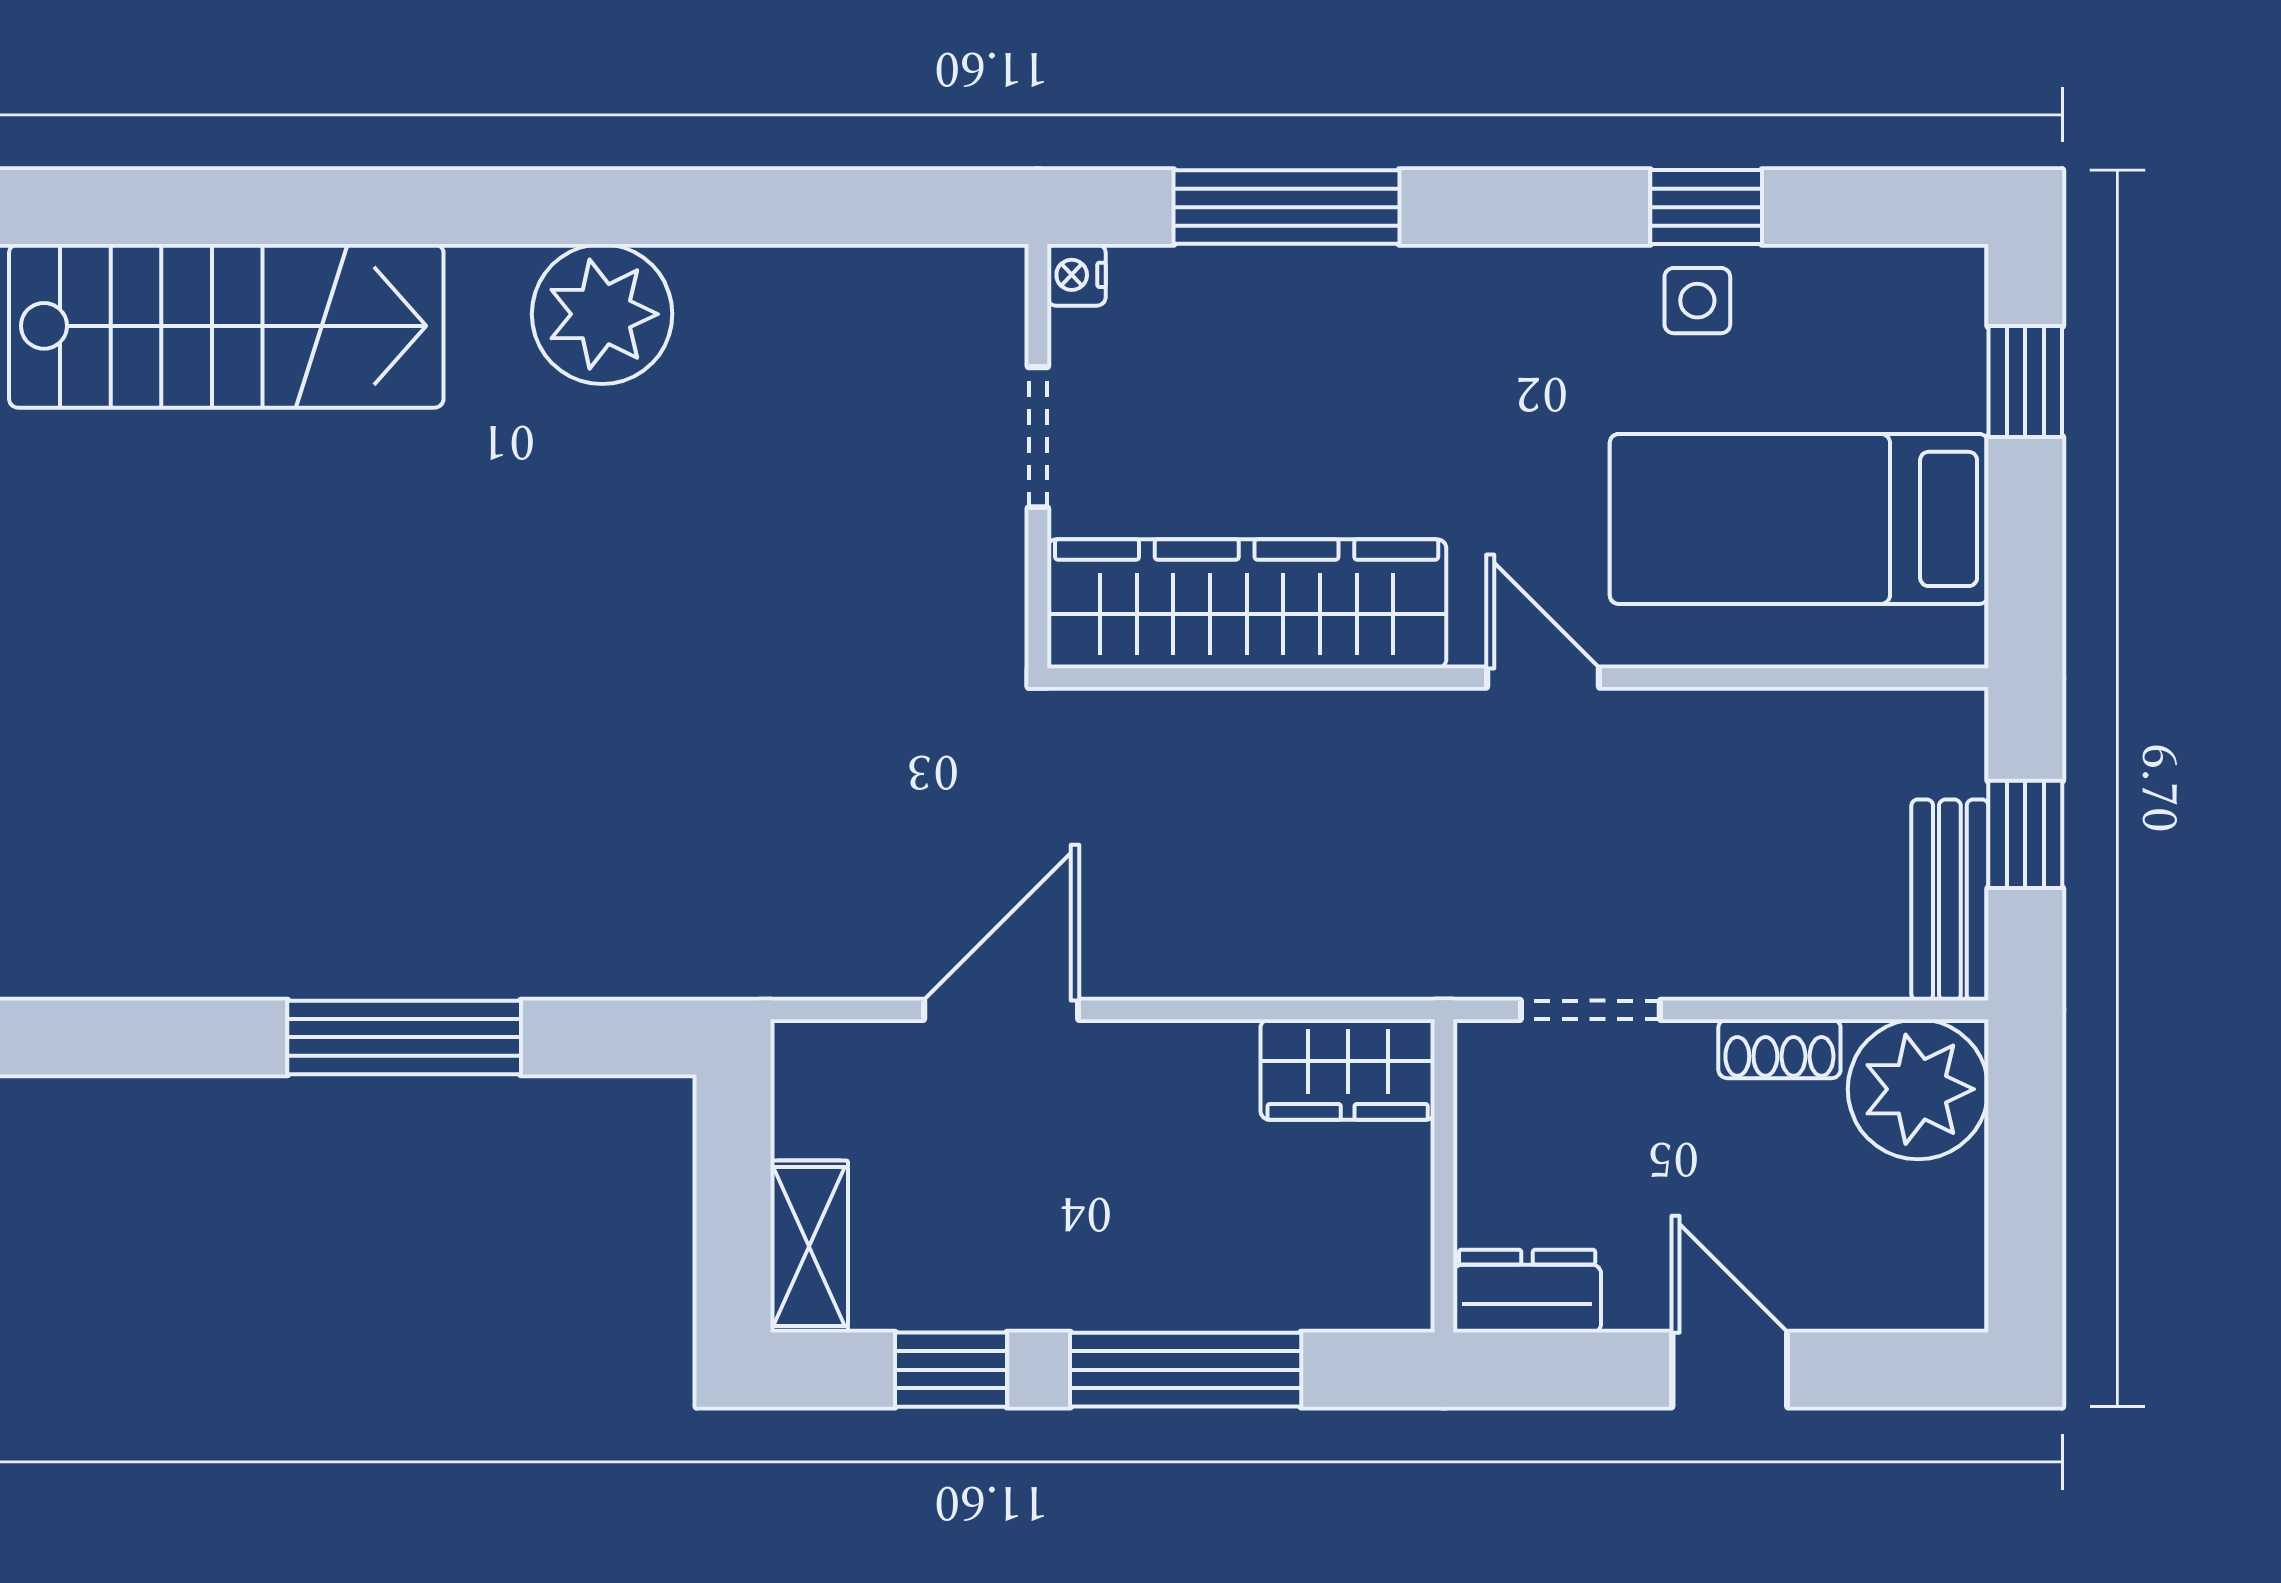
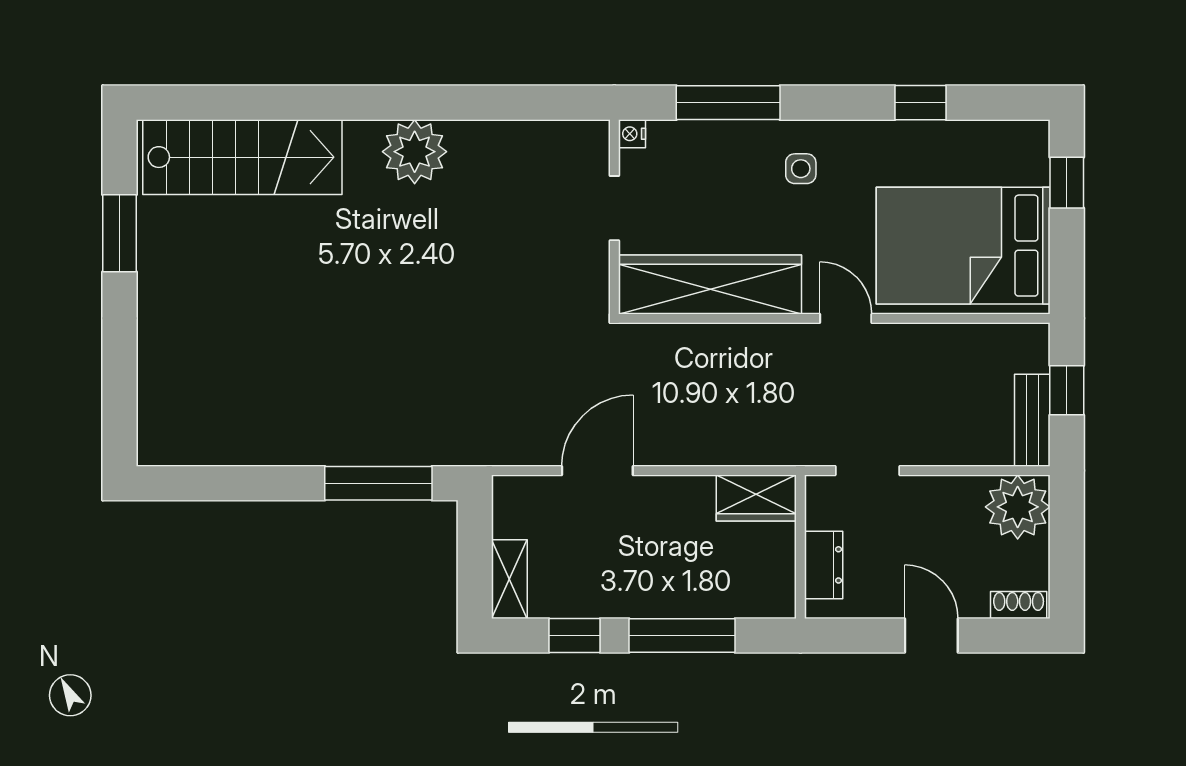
side table: (1697, 301) -> (801, 169), moved
bed: (1799, 519) -> (963, 246), width x1.50
window: (404, 1037) -> (378, 483), moved
shoe rack: (1779, 1049) -> (1019, 605), moved, turned 180
dresser: (1527, 1291) -> (824, 565), moved, turned 90

